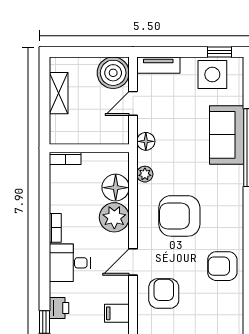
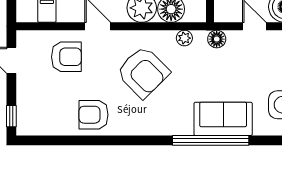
armchair: (179, 216) -> (143, 72), turned 135
armchair: (222, 266) -> (93, 115), turned -90

